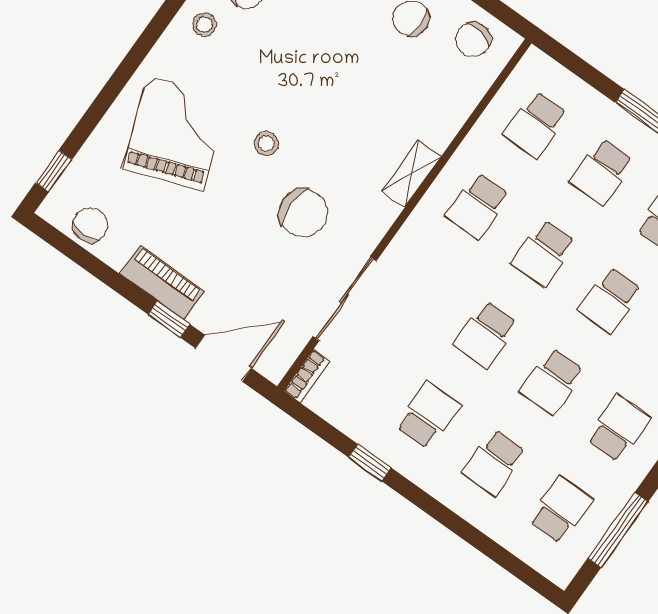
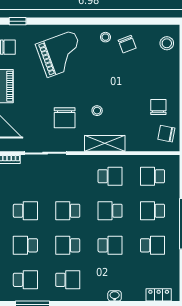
stool: (266, 144) -> (97, 111), moved
shelving: (411, 174) -> (105, 143), width x1.50, depth x1.33
school desk: (478, 206) -> (110, 176), turned 180
school desk: (610, 300) -> (110, 245), turned 180

